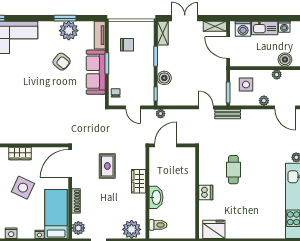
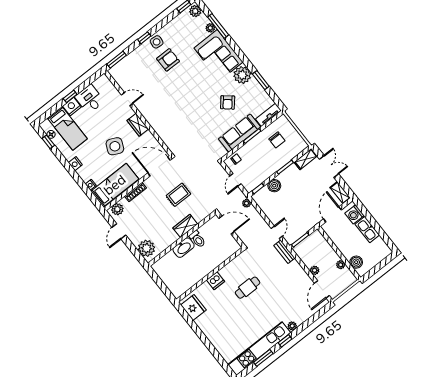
washing machine: (284, 27) -> (379, 243), removed
plant: (69, 31) -> (242, 75), moved
side table: (246, 85) -> (316, 248), removed
toilet: (158, 225) -> (197, 239), moved

